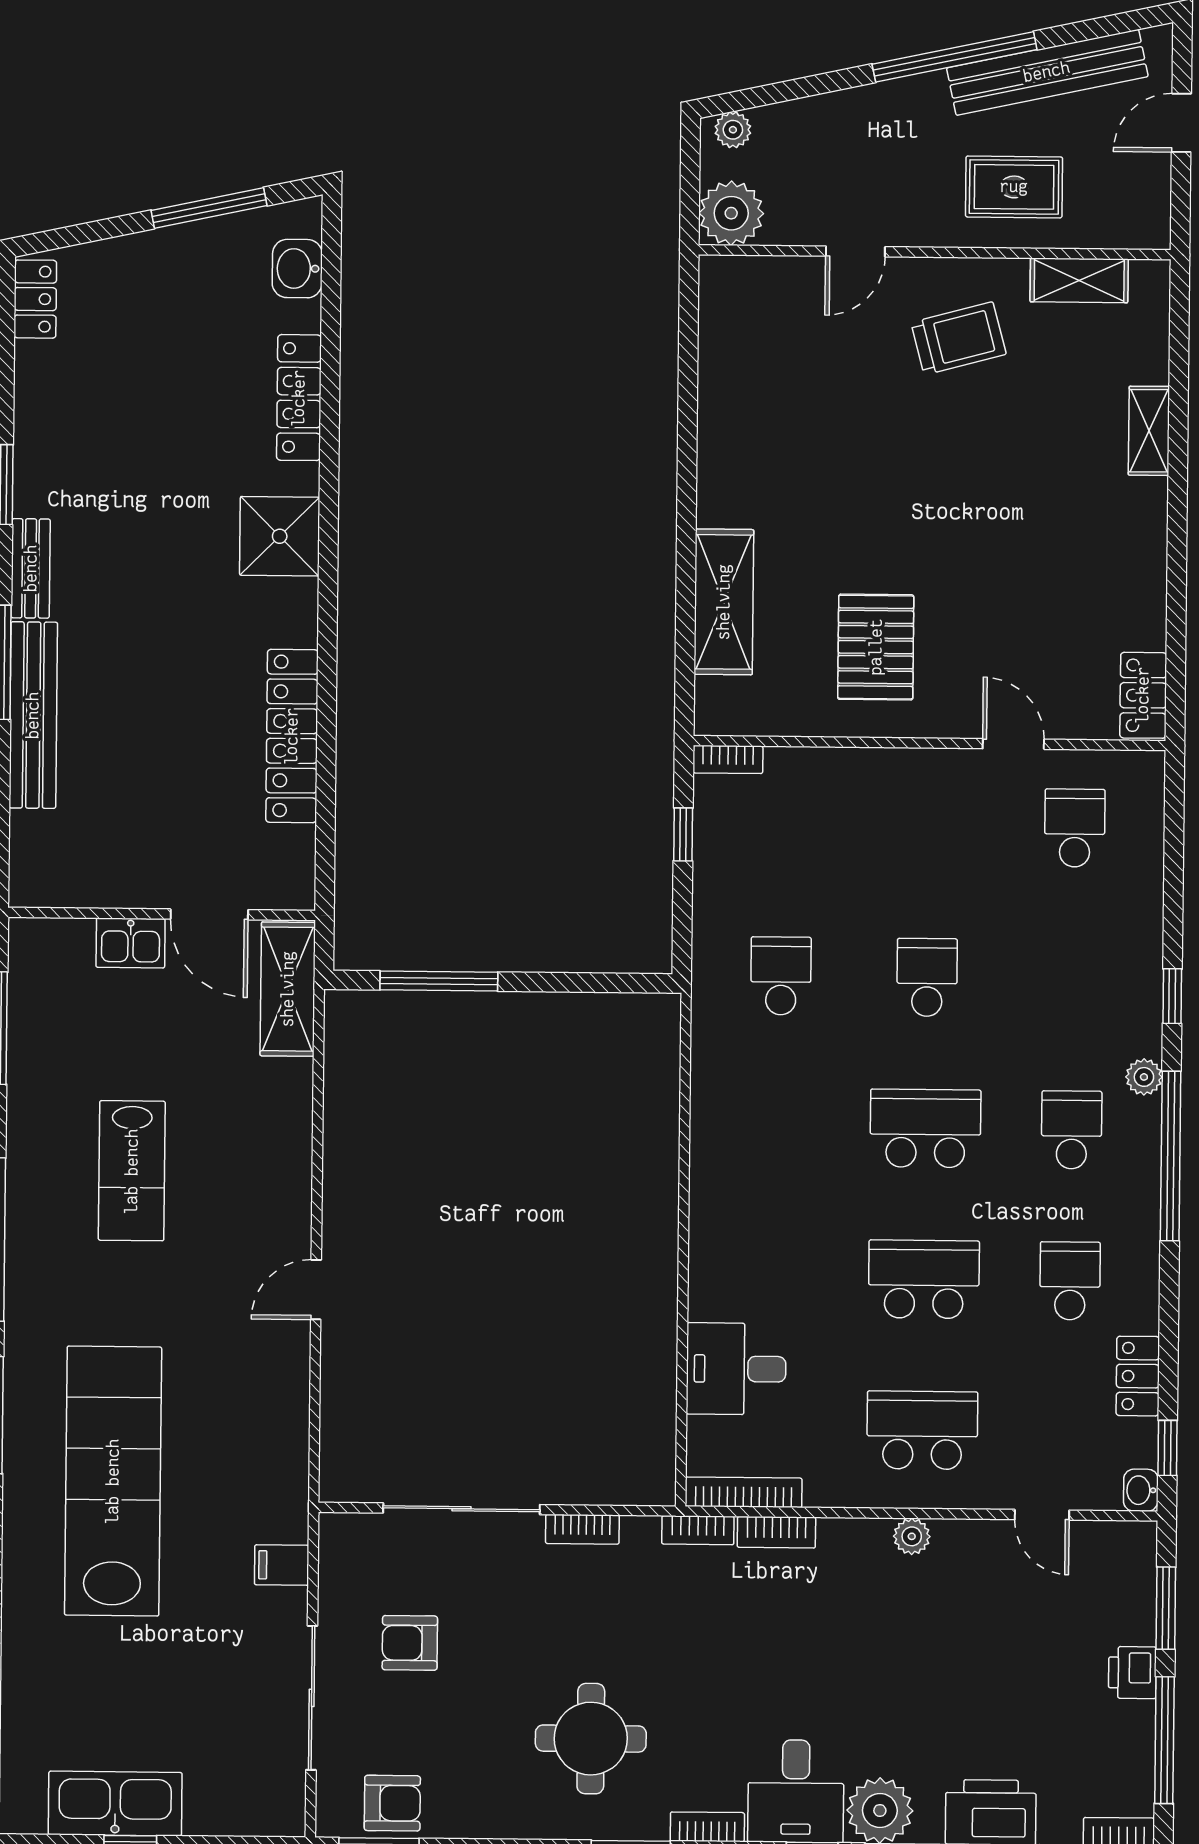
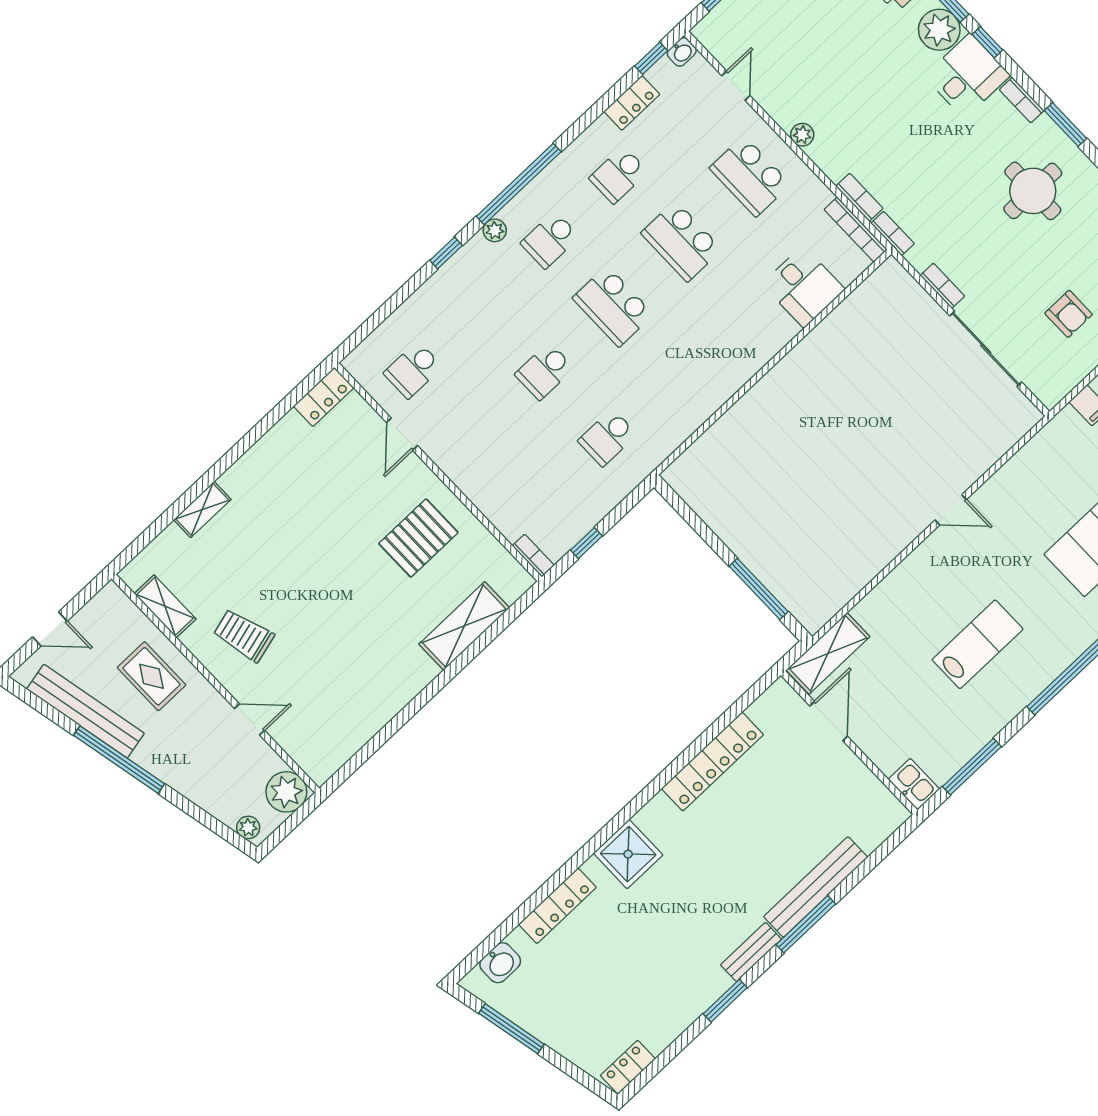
kitchen sink: (131, 943) -> (914, 784), moved

